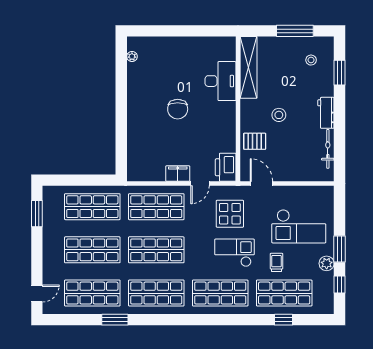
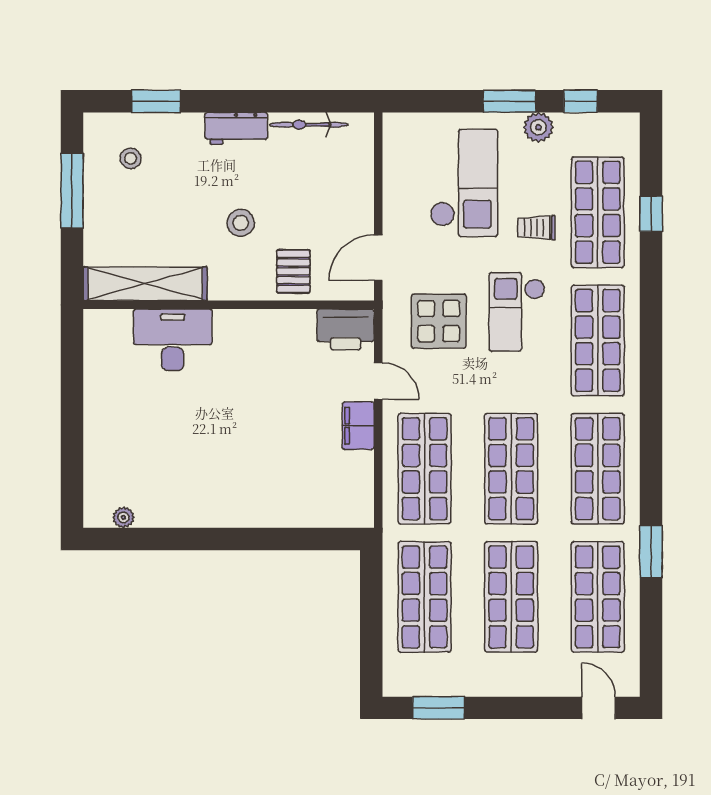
chair: (178, 109) -> (229, 426), removed

